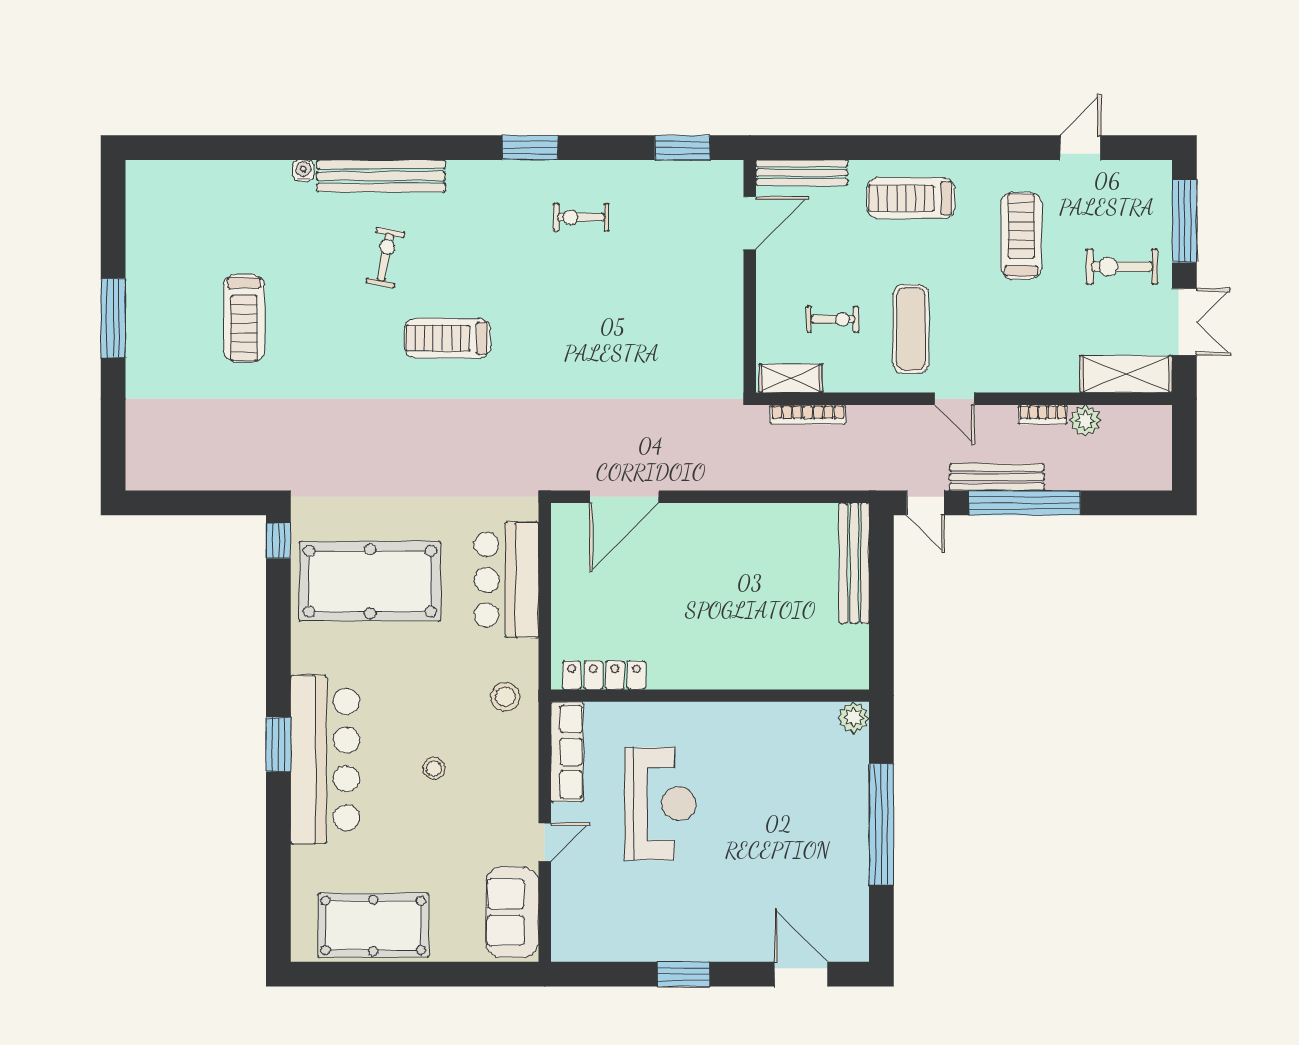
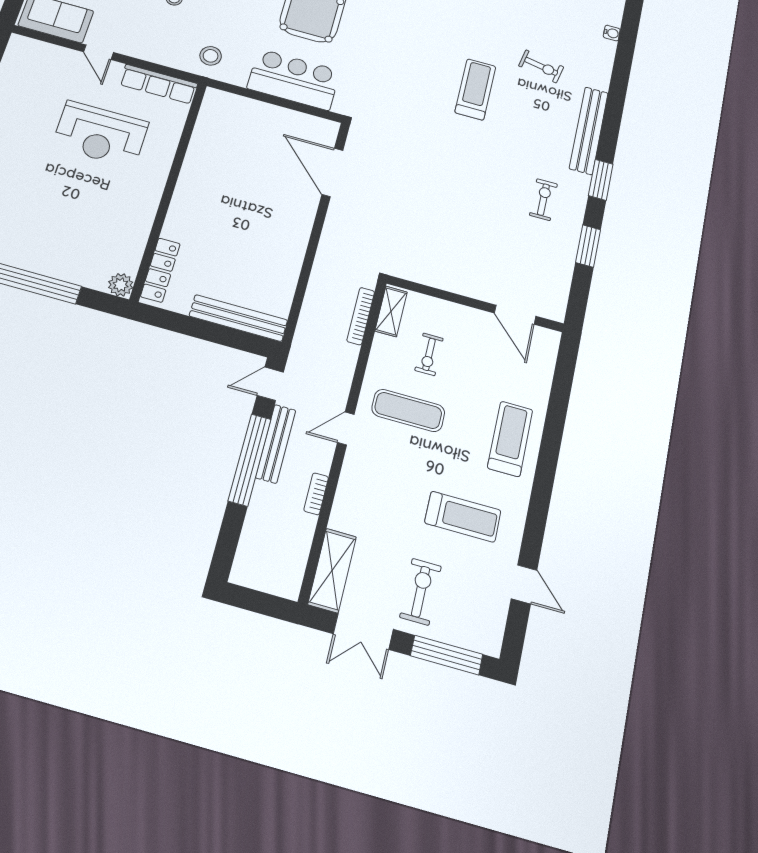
window: (682, 148) -> (588, 246), moved
bench: (802, 173) -> (546, 363), removed
bench: (381, 176) -> (589, 130), moved
plant: (1085, 421) -> (303, 527), removed
locker: (604, 675) -> (160, 270), moved

